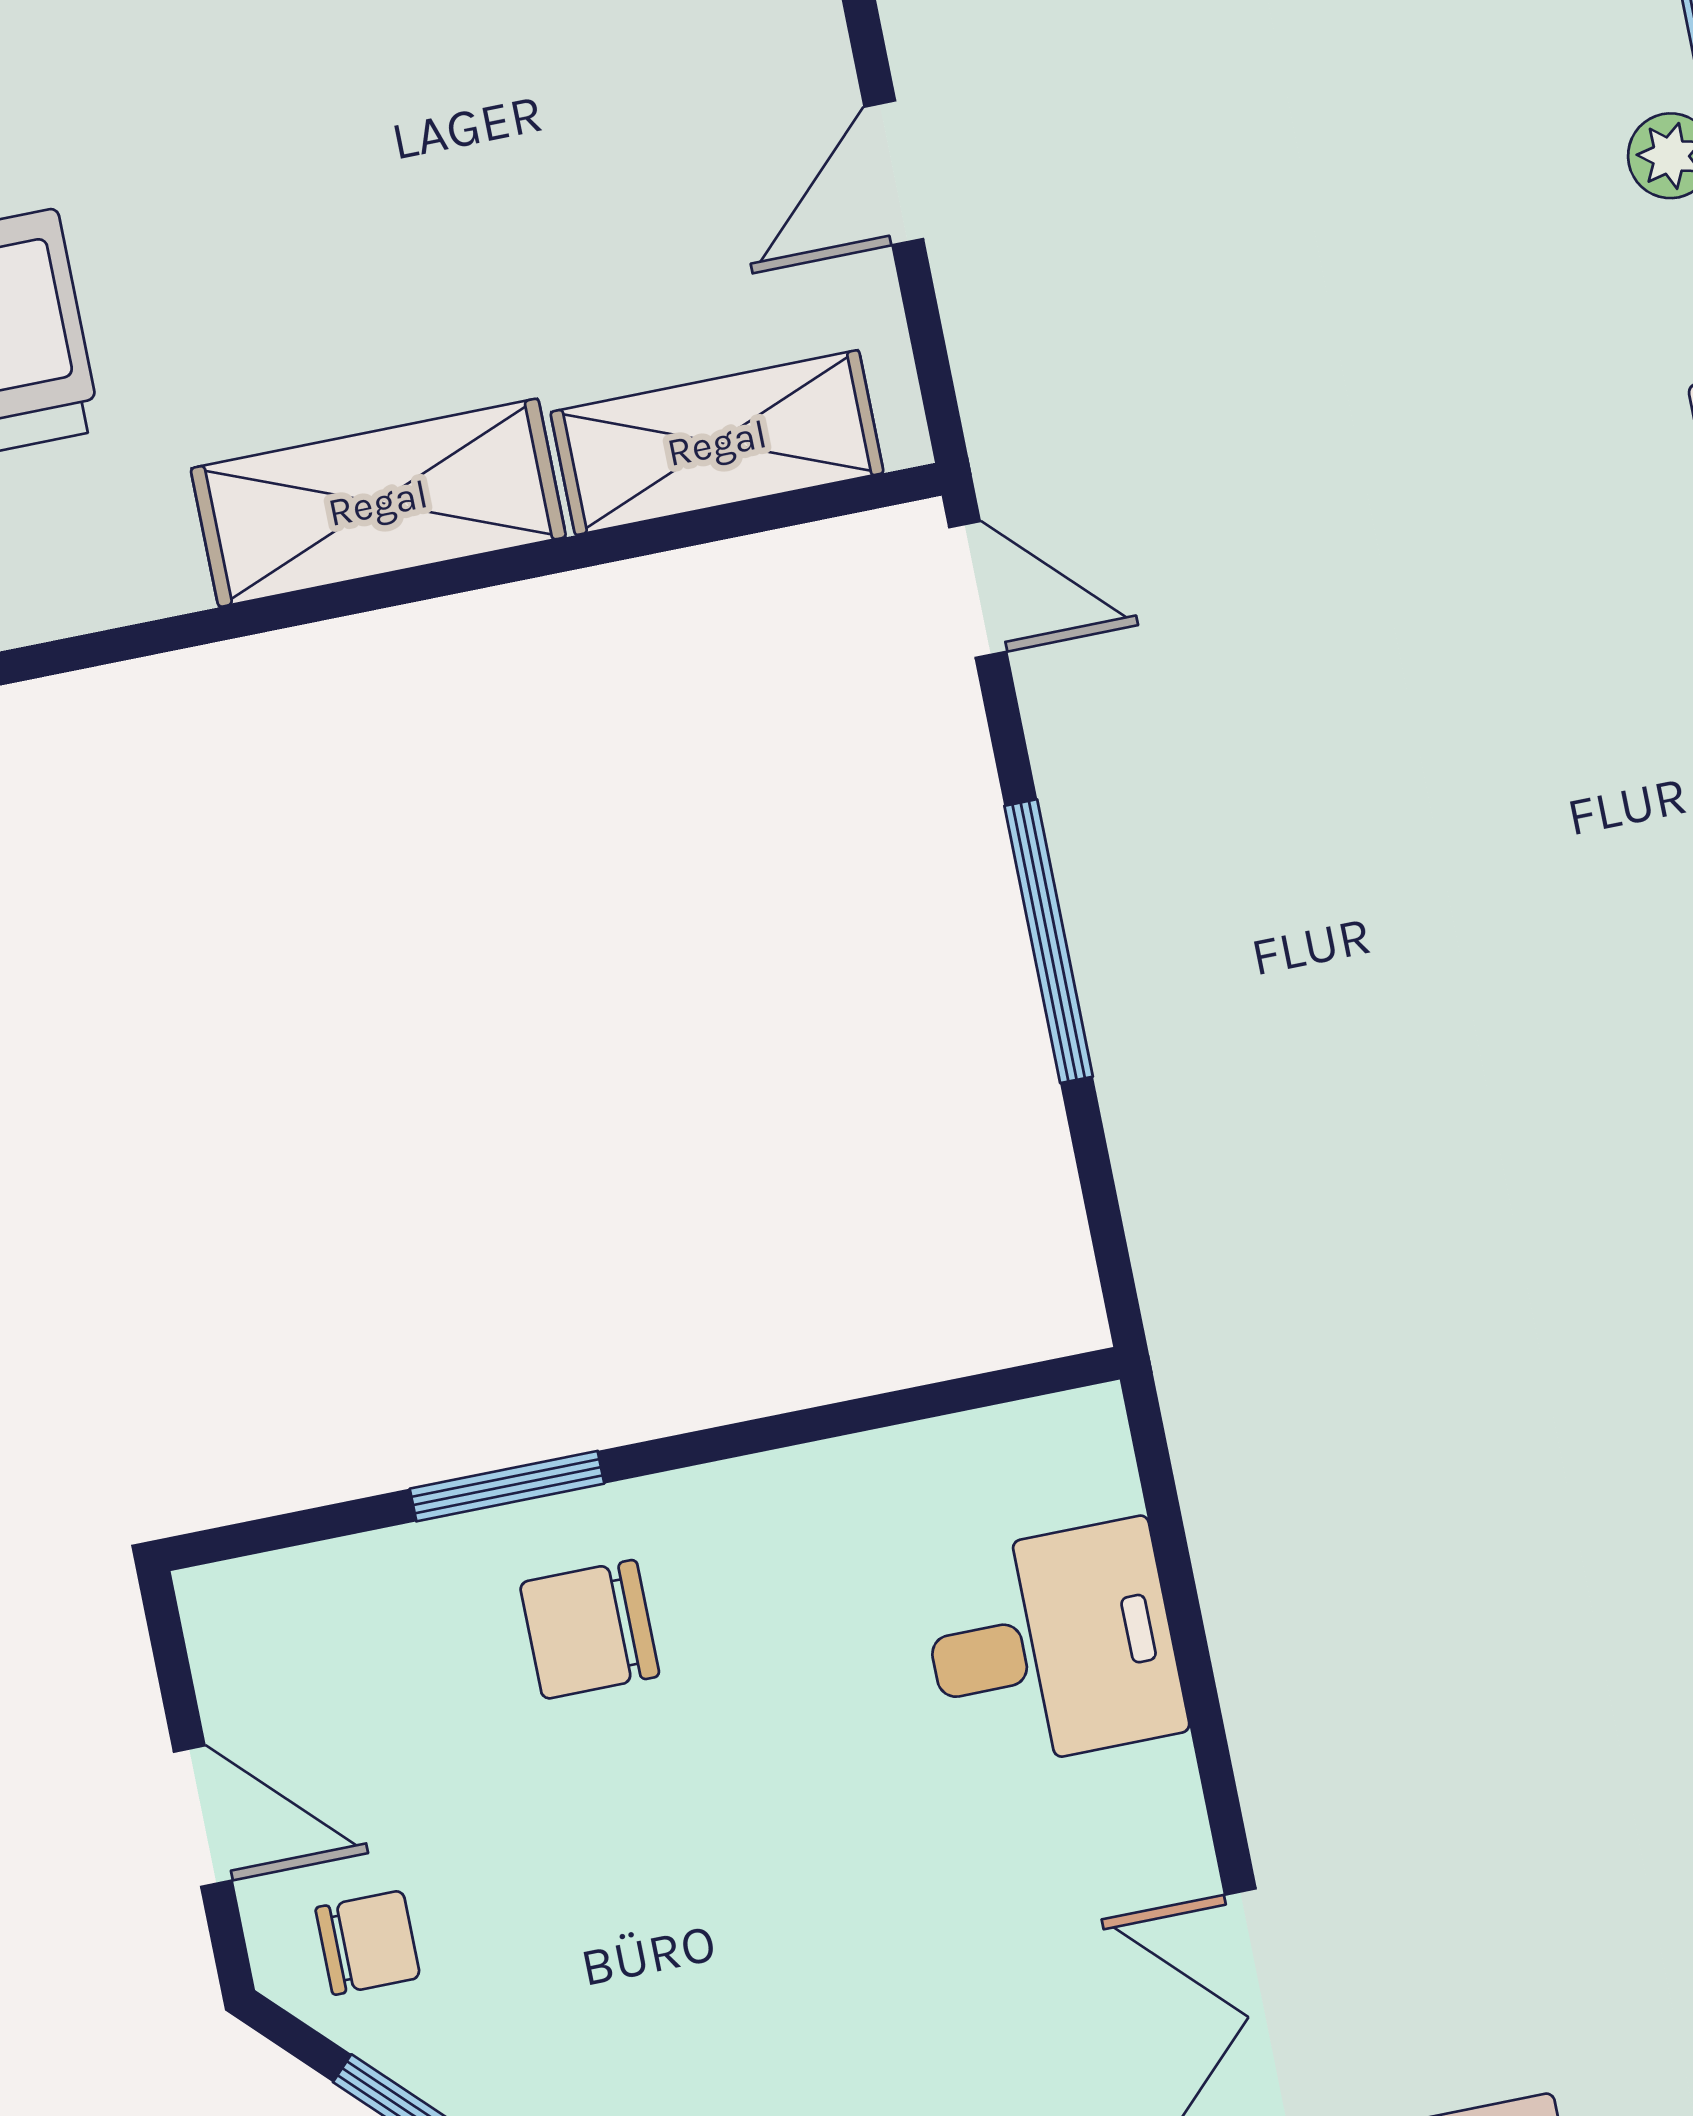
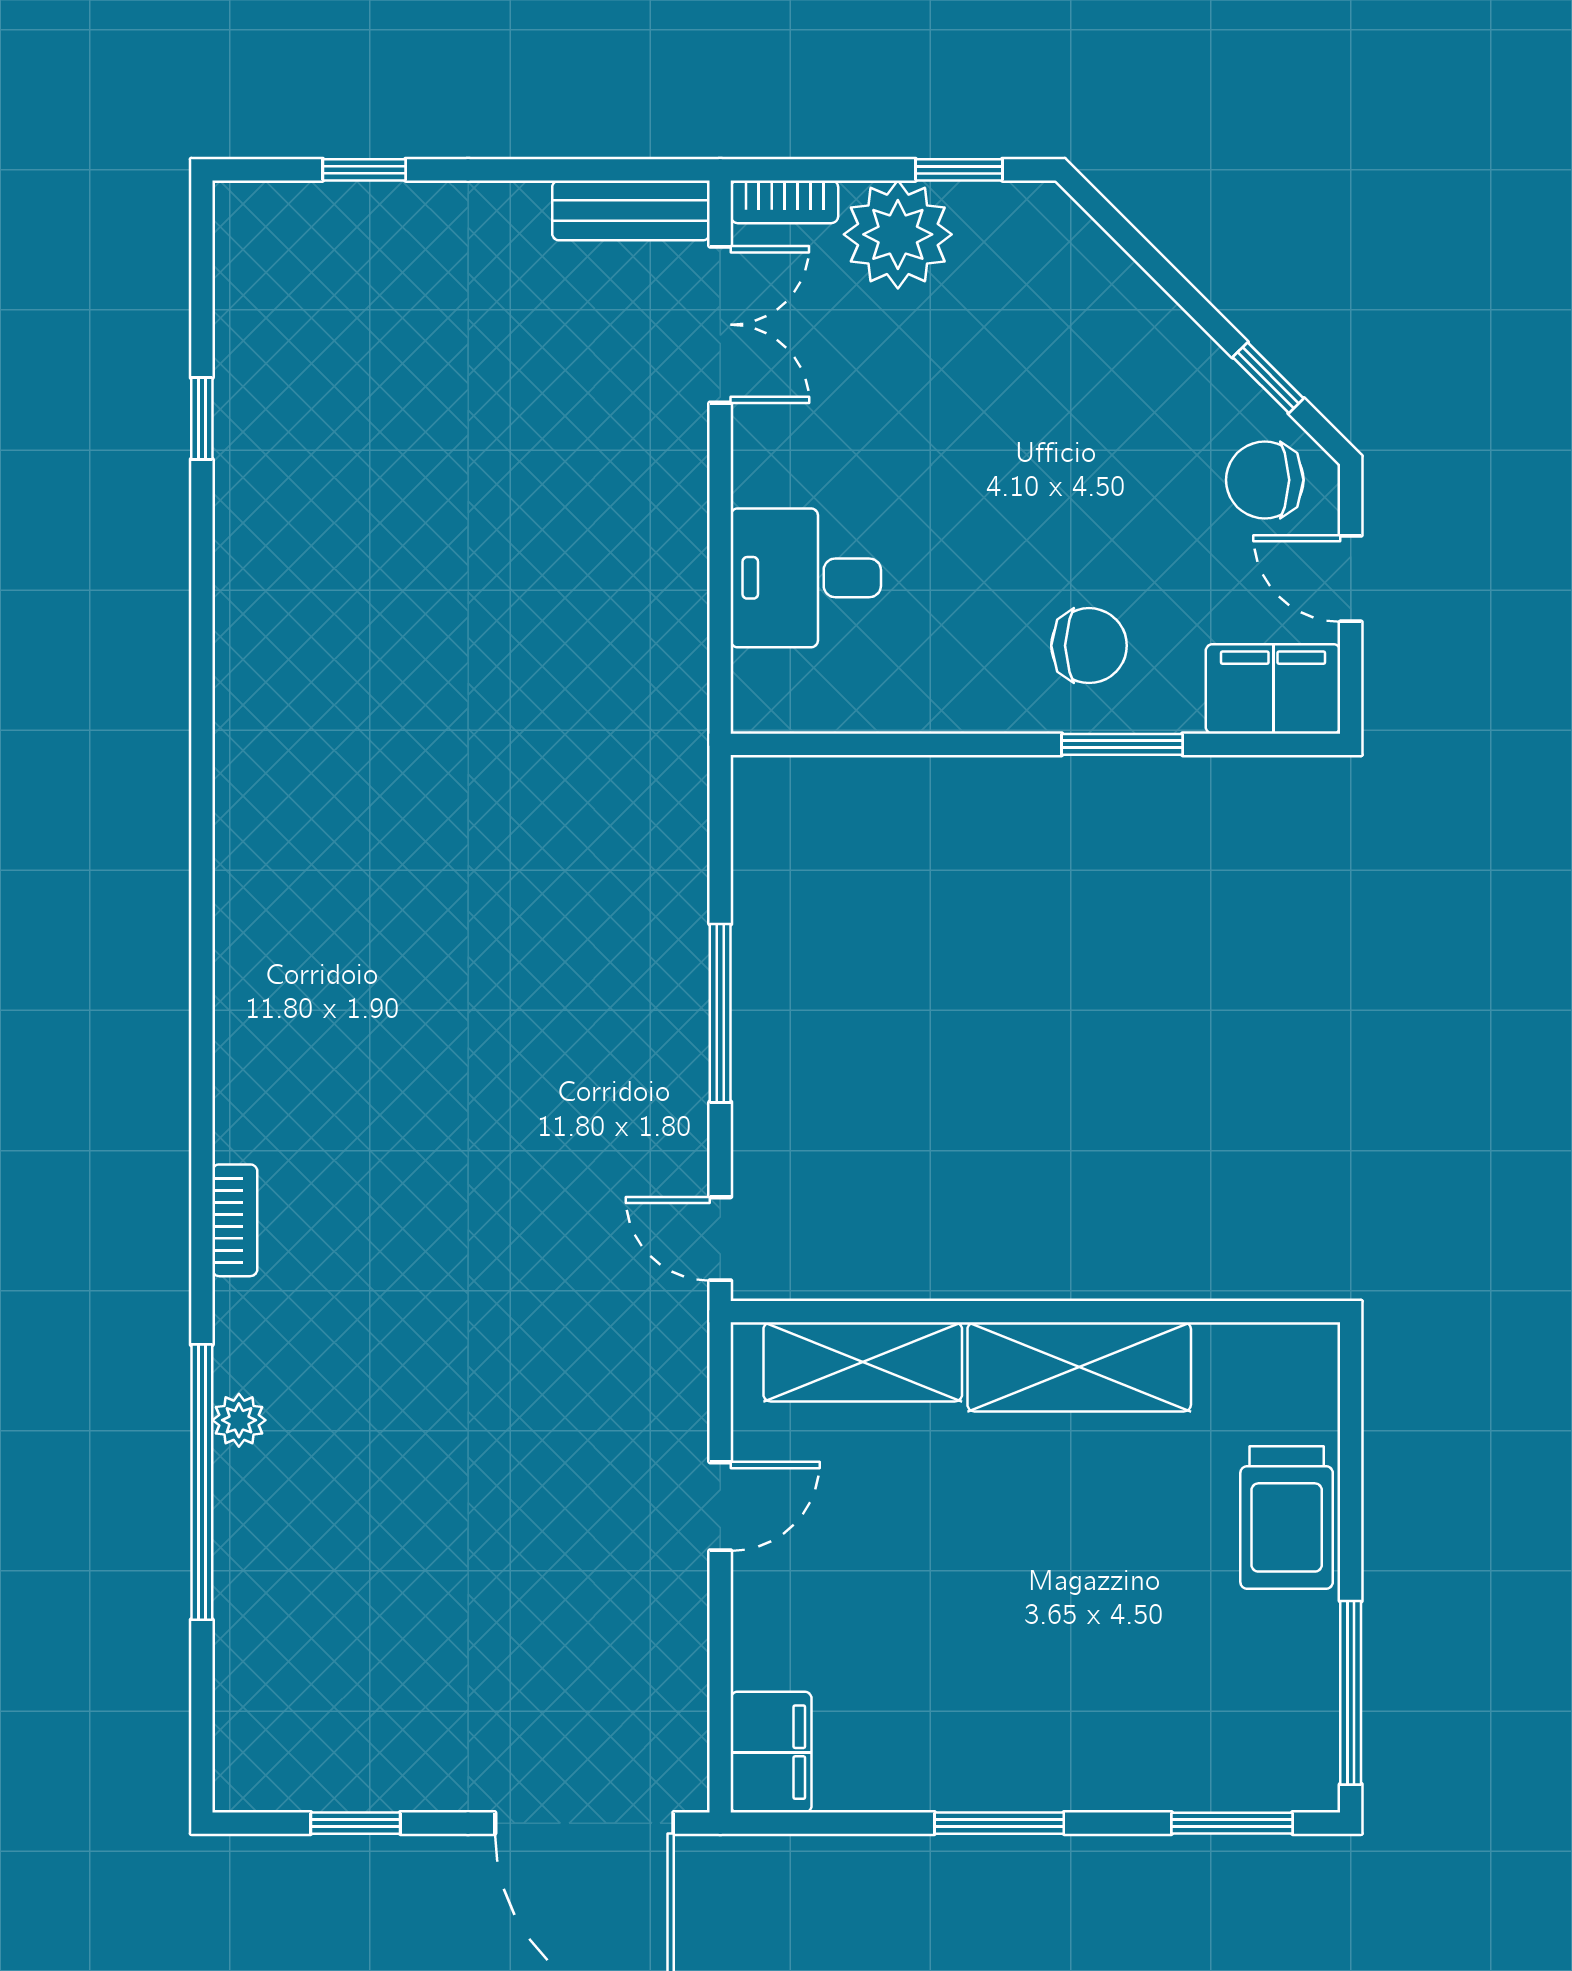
filing cabinet: (289, 1620) -> (1273, 689), added
chair: (368, 1943) -> (1265, 480), width x1.37, depth x1.37

